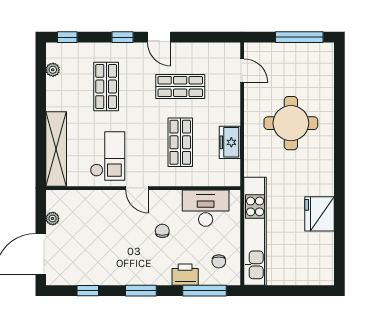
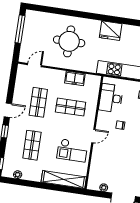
shop shelf: (106, 86) -> (32, 145), turned 90
checkout: (108, 156) -> (72, 150), turned 180
fridge: (320, 214) -> (111, 31), moved

